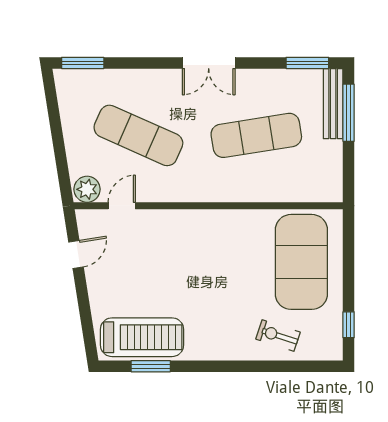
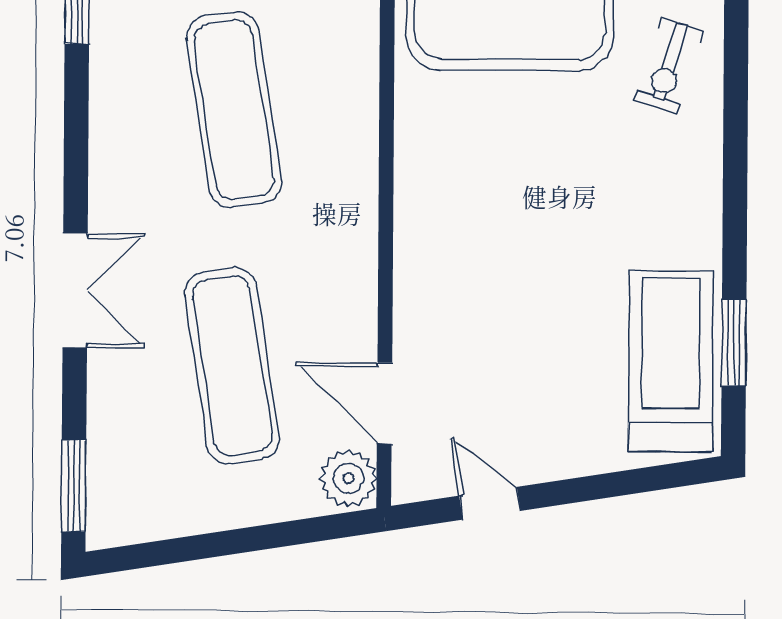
double door: (209, 63) -> (75, 290), moved
exercise mat: (138, 135) -> (232, 366), turned -33
door: (122, 206) -> (385, 403), width x1.38

